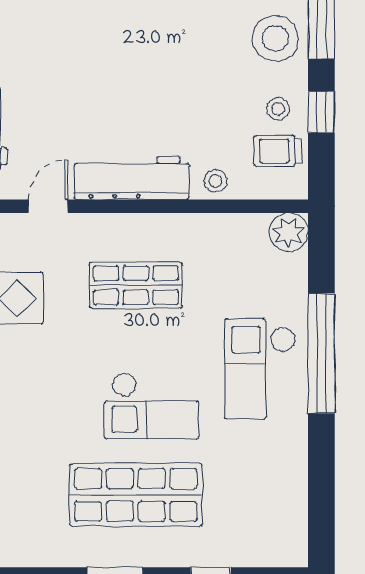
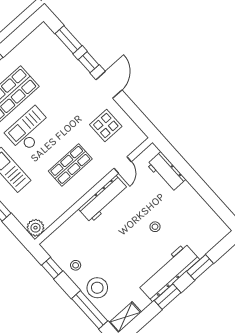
window: (321, 112) -> (52, 268), moved
trolley: (278, 151) -> (63, 251), removed
stool: (215, 181) -> (155, 227), moved

